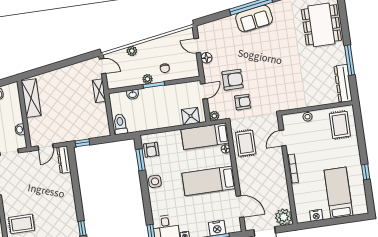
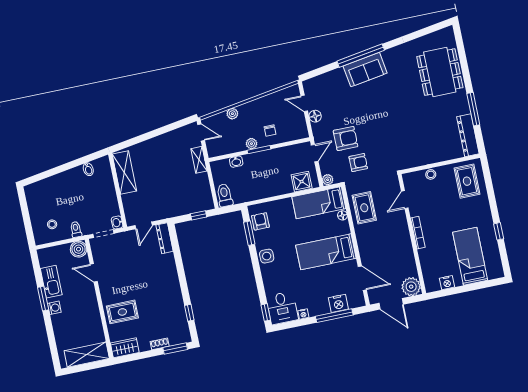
washbasin: (20, 130) -> (117, 222), moved
window: (82, 143) -> (199, 215), moved
armchair: (151, 150) -> (260, 221), turned 180

